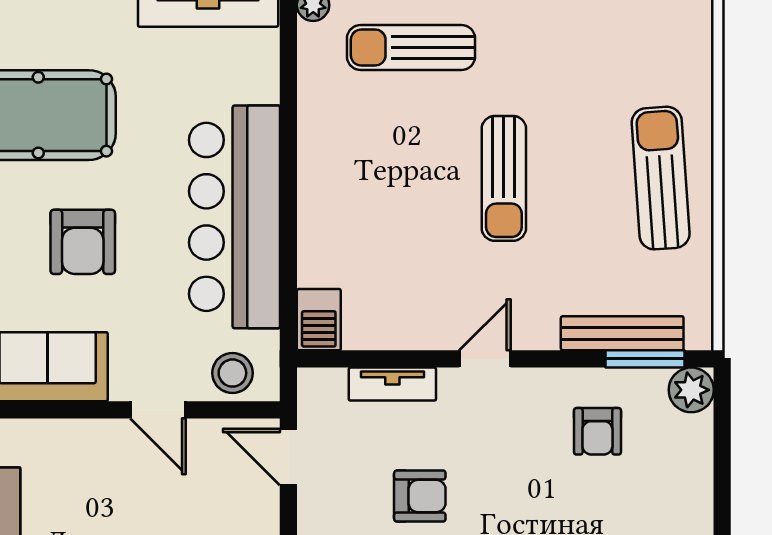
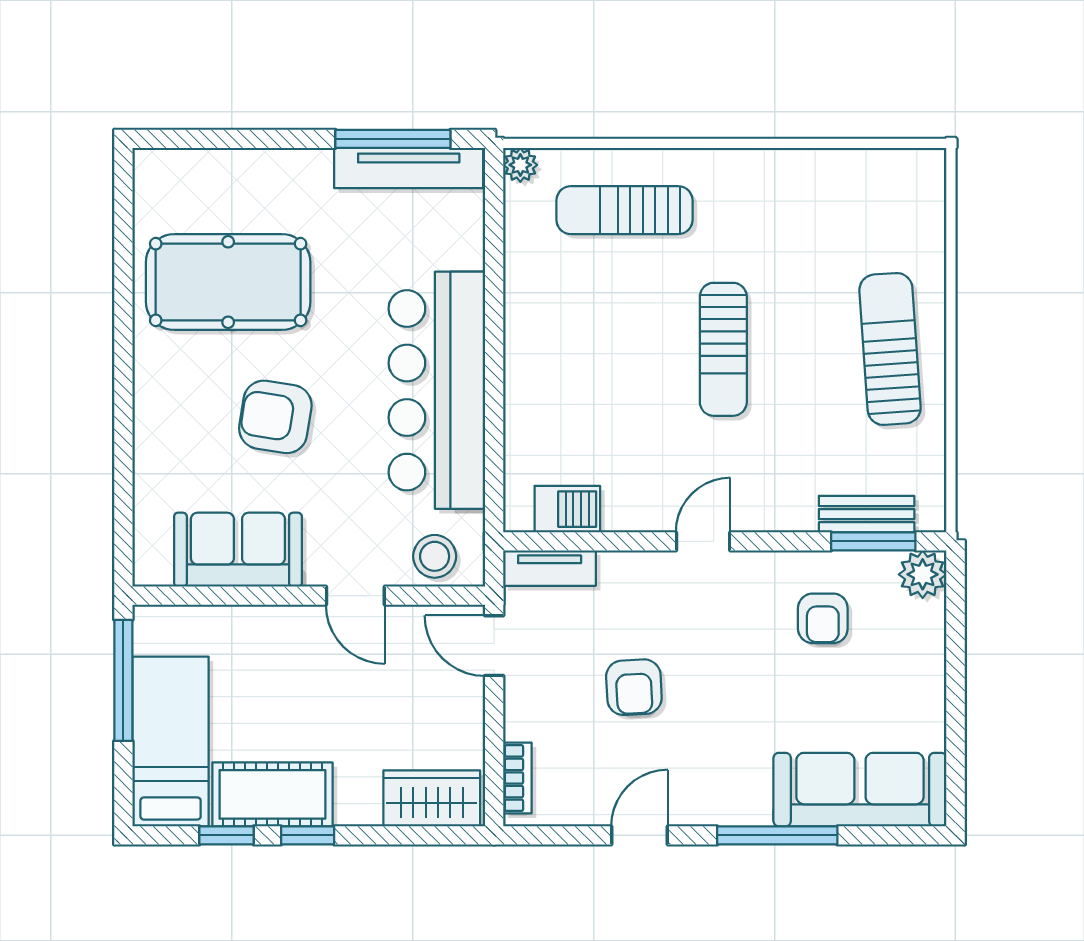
armchair: (83, 242) -> (275, 417), turned 99
barbecue: (319, 320) -> (567, 509), moved, turned -90
bench: (622, 333) -> (867, 514), width x0.73
tv unit: (392, 384) -> (550, 568), moved
armchair: (420, 496) -> (634, 687), turned 87

